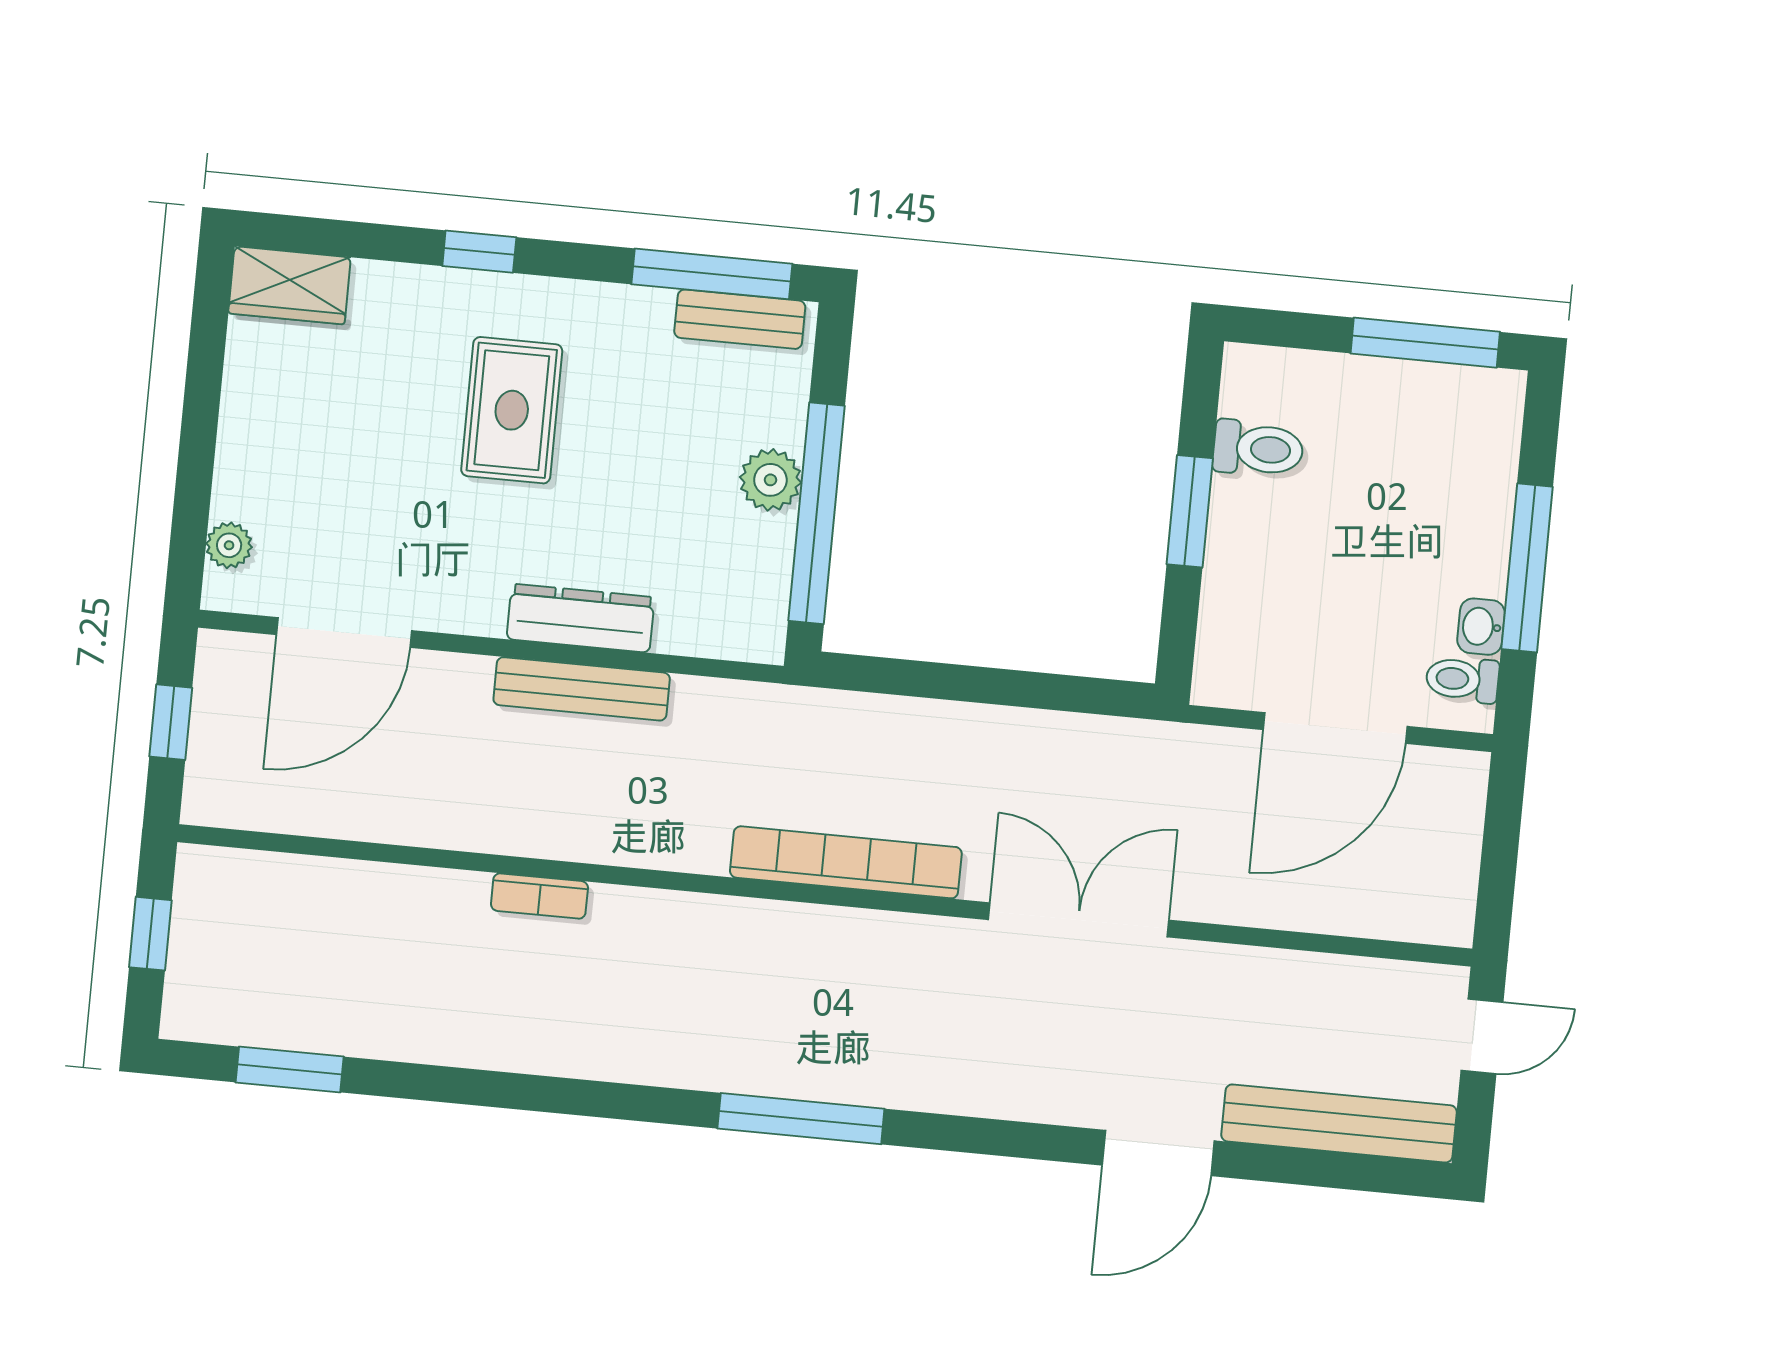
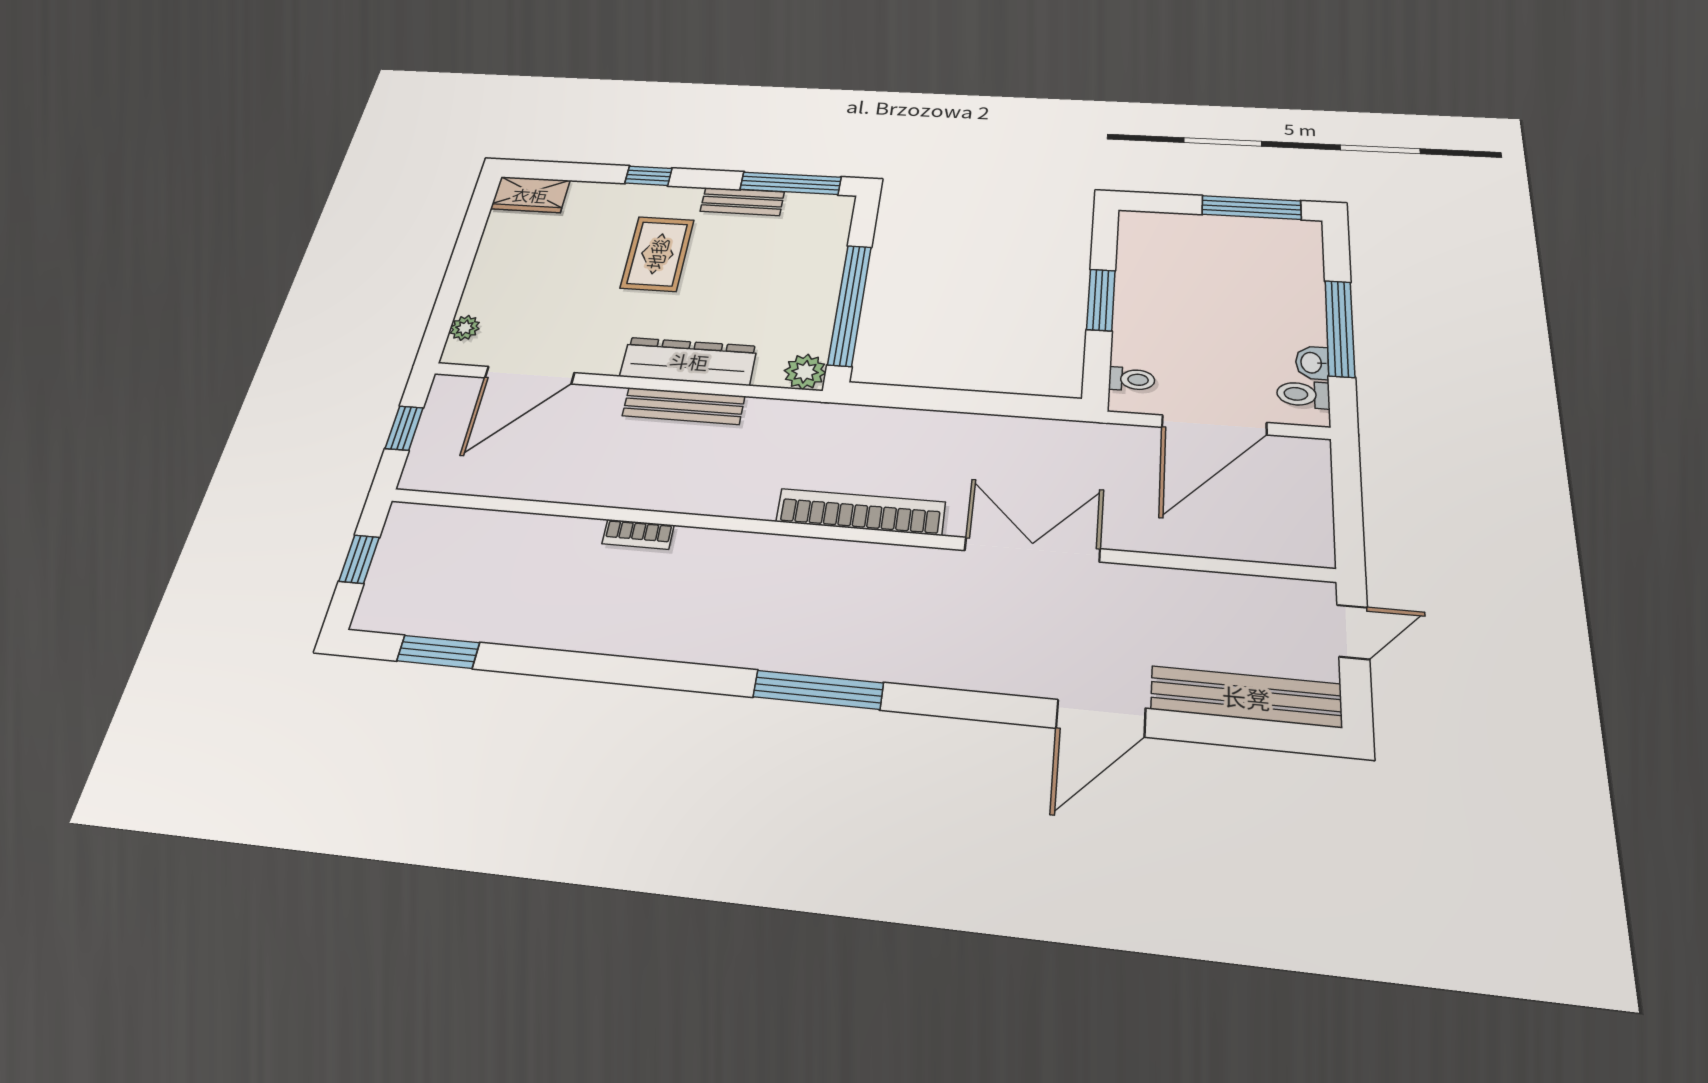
bench: (740, 319) -> (742, 202), moved
toilet: (1258, 449) -> (1132, 379), moved, width x0.73, depth x0.72
plant: (770, 480) -> (805, 372), moved
dresser: (581, 618) -> (689, 361), width x1.37, depth x1.24

